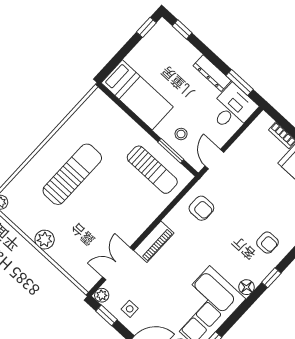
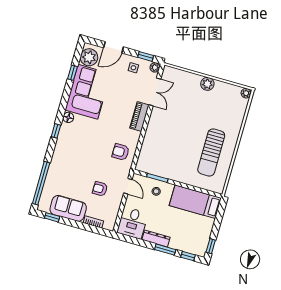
window: (240, 82) -> (165, 250), moved
sun lounger: (152, 170) -> (163, 160), removed
sun lounger: (72, 174) -> (211, 152), moved
armchair: (267, 243) -> (100, 189), moved

